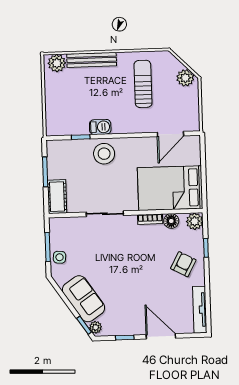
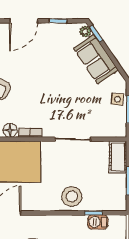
barbecue: (100, 127) -> (98, 222), moved
door: (161, 336) -> (24, 21), hinge flipped

